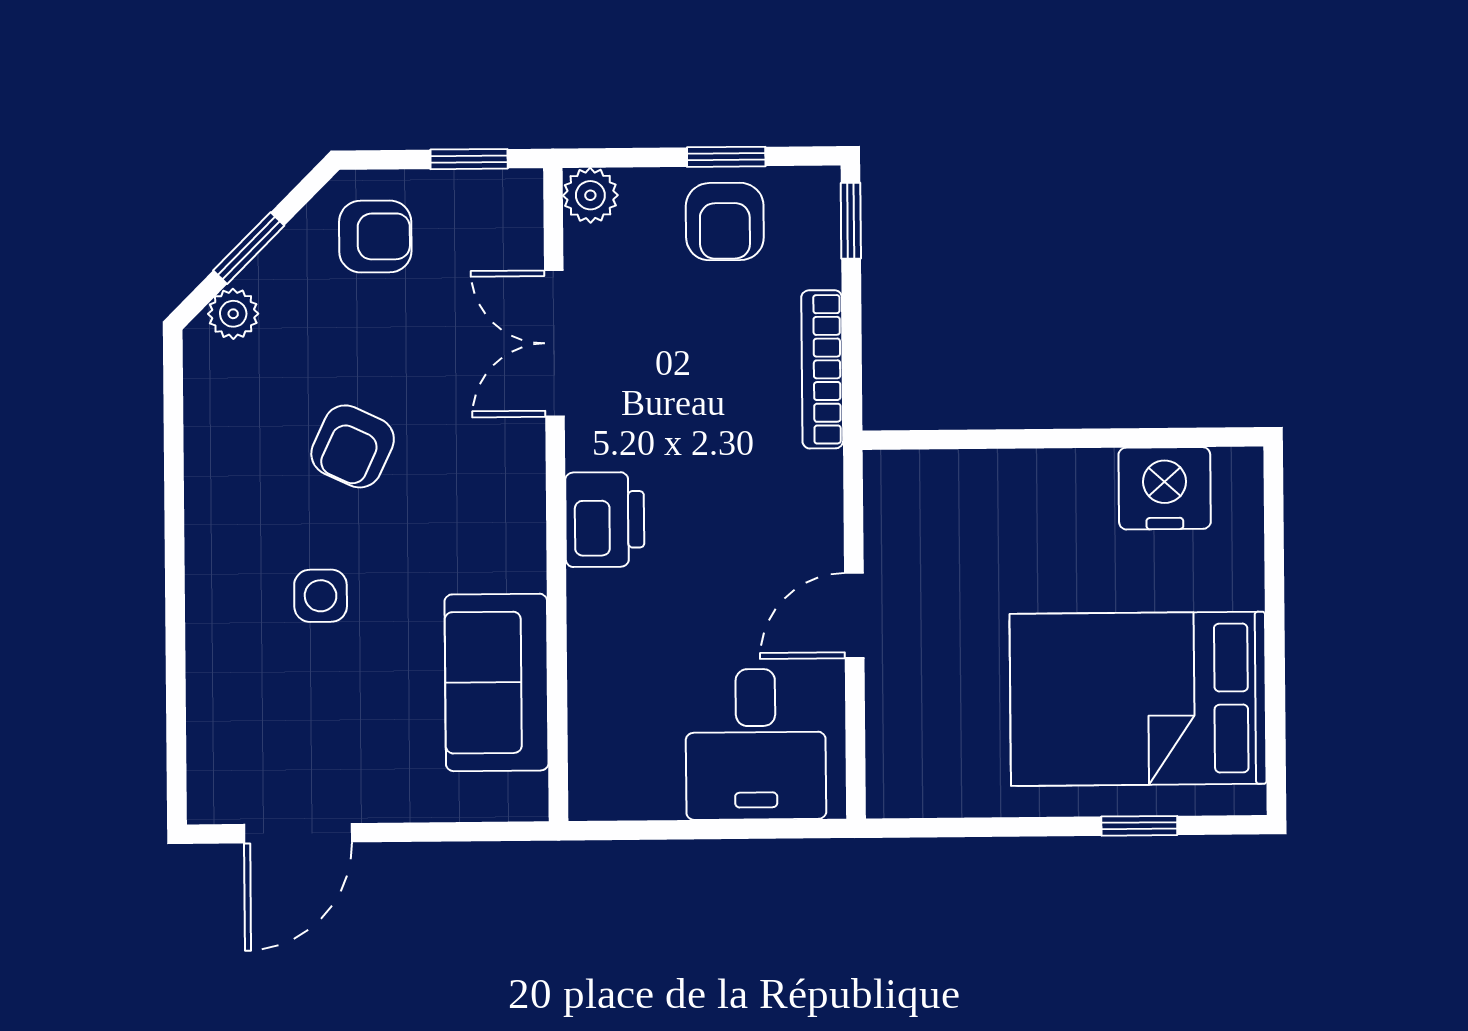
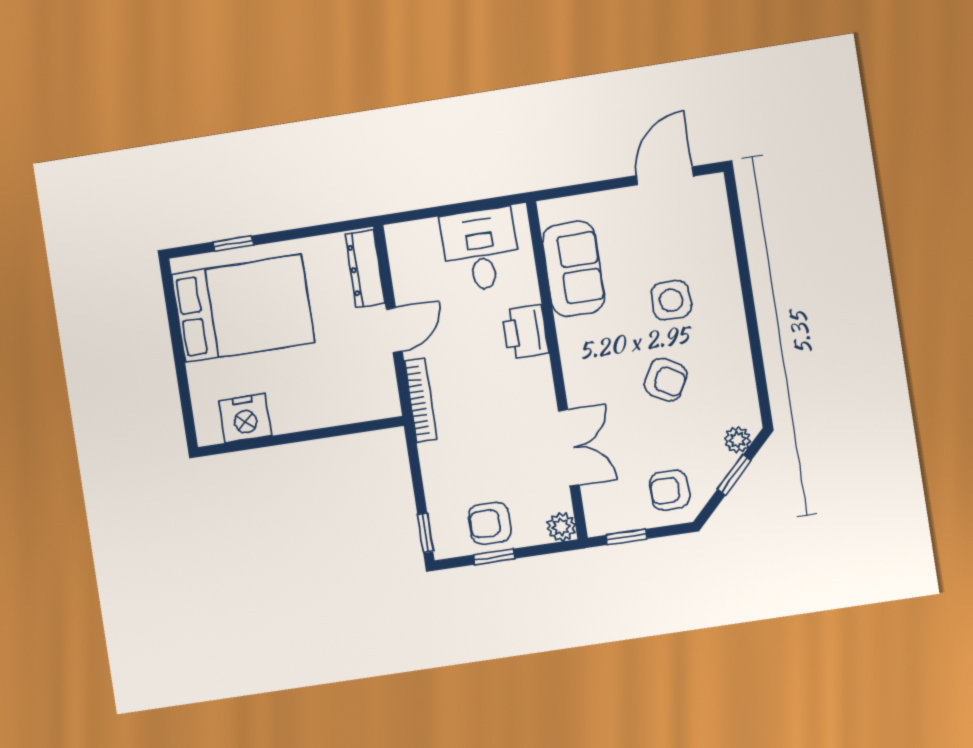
armchair: (725, 222) -> (490, 523), turned -89
bookcase: (822, 369) -> (421, 400), moved
armchair: (353, 446) -> (666, 380), turned 94
printer: (605, 520) -> (525, 332), moved
side table: (321, 596) -> (671, 300), width x1.37, depth x1.37
dresser: (893, 741) -> (365, 269), added
desk: (756, 744) -> (480, 250), moved

